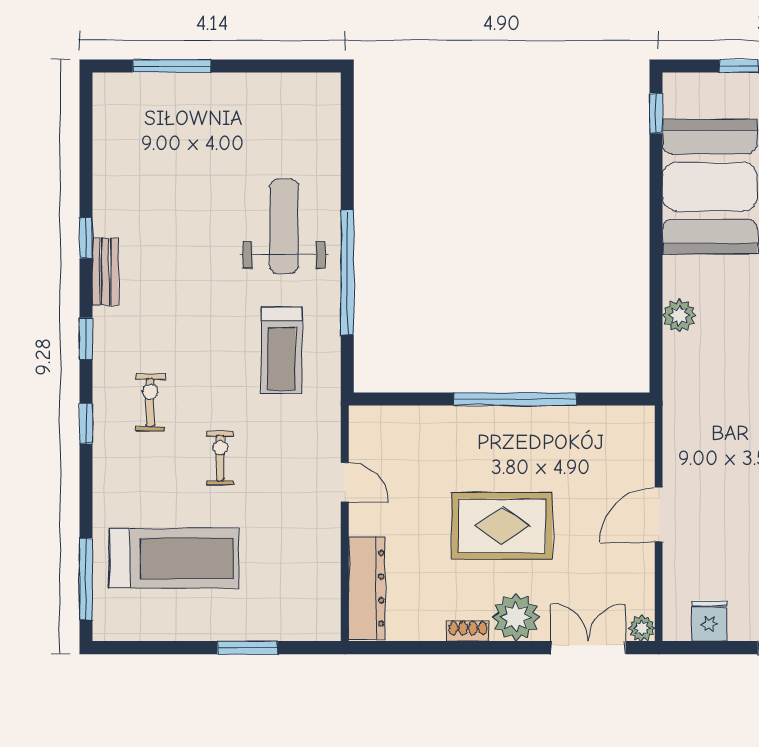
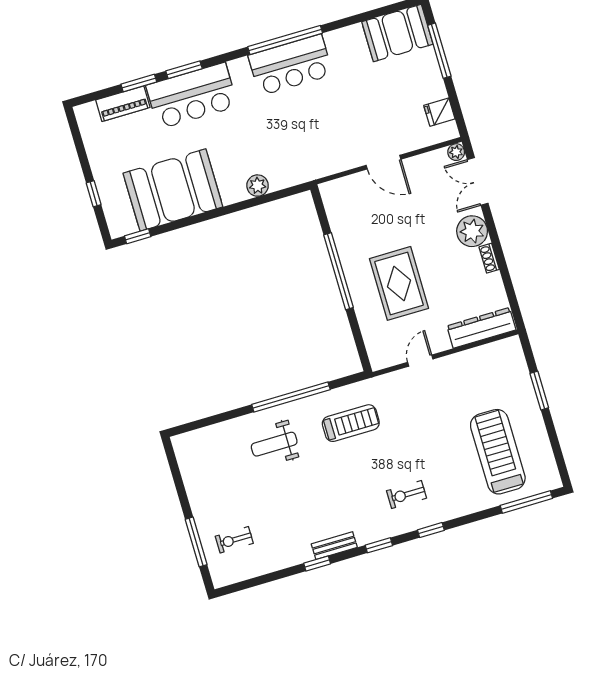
weight bench: (284, 226) -> (274, 444), width x0.73, depth x0.75
exercise bike: (220, 458) -> (234, 540), moved
rug: (502, 526) -> (399, 283), moved

